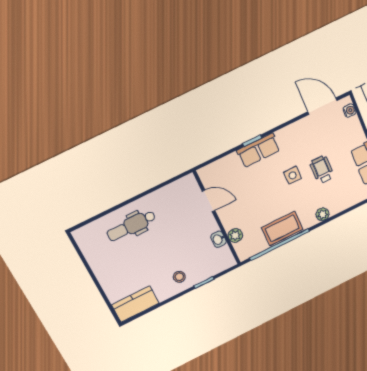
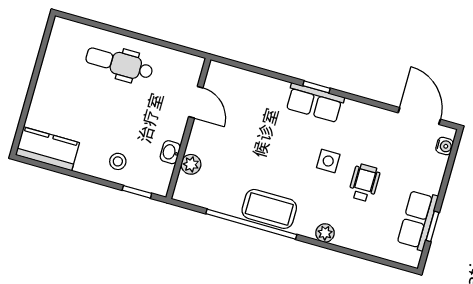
door: (209, 201) -> (196, 102), moved
wall: (217, 218) -> (188, 128), moved
plant: (235, 236) -> (191, 164), moved
washbasin: (218, 239) -> (170, 152), moved

